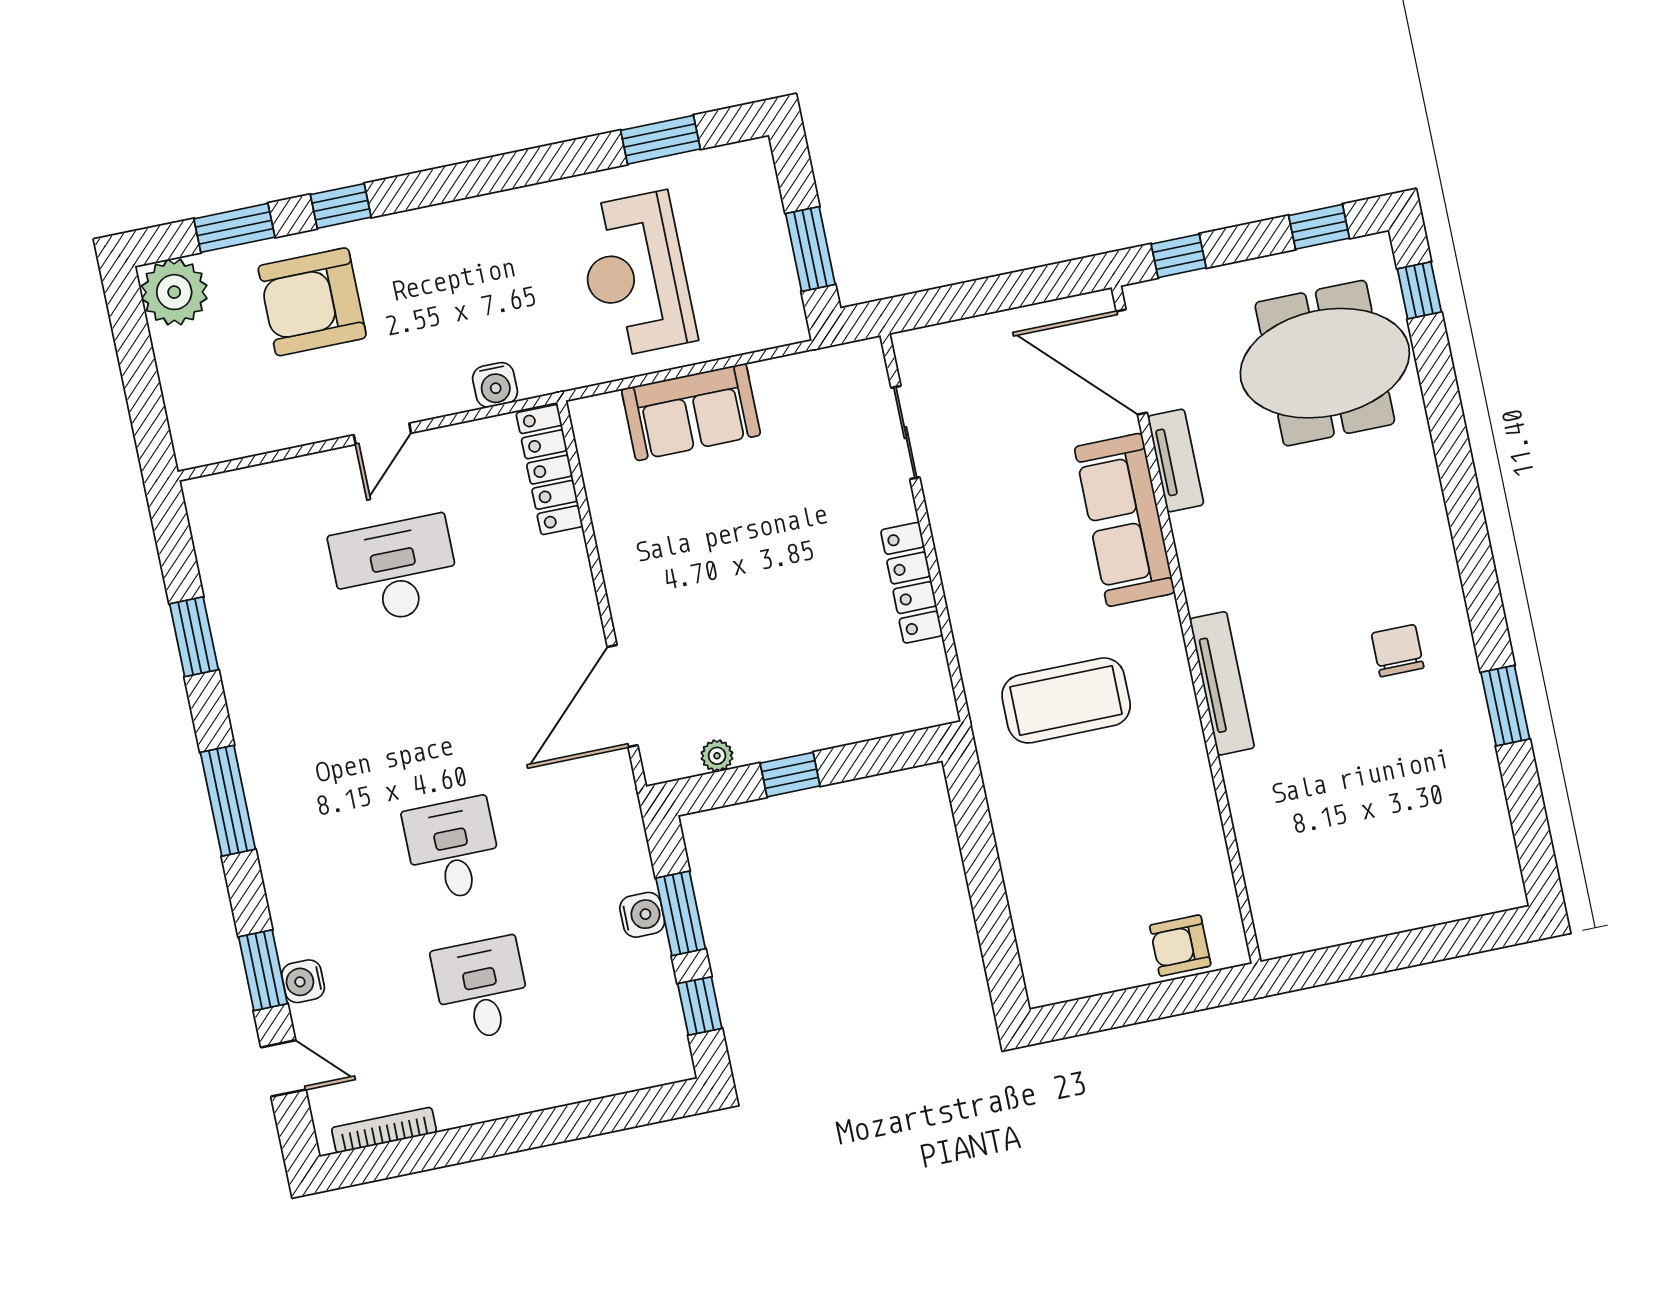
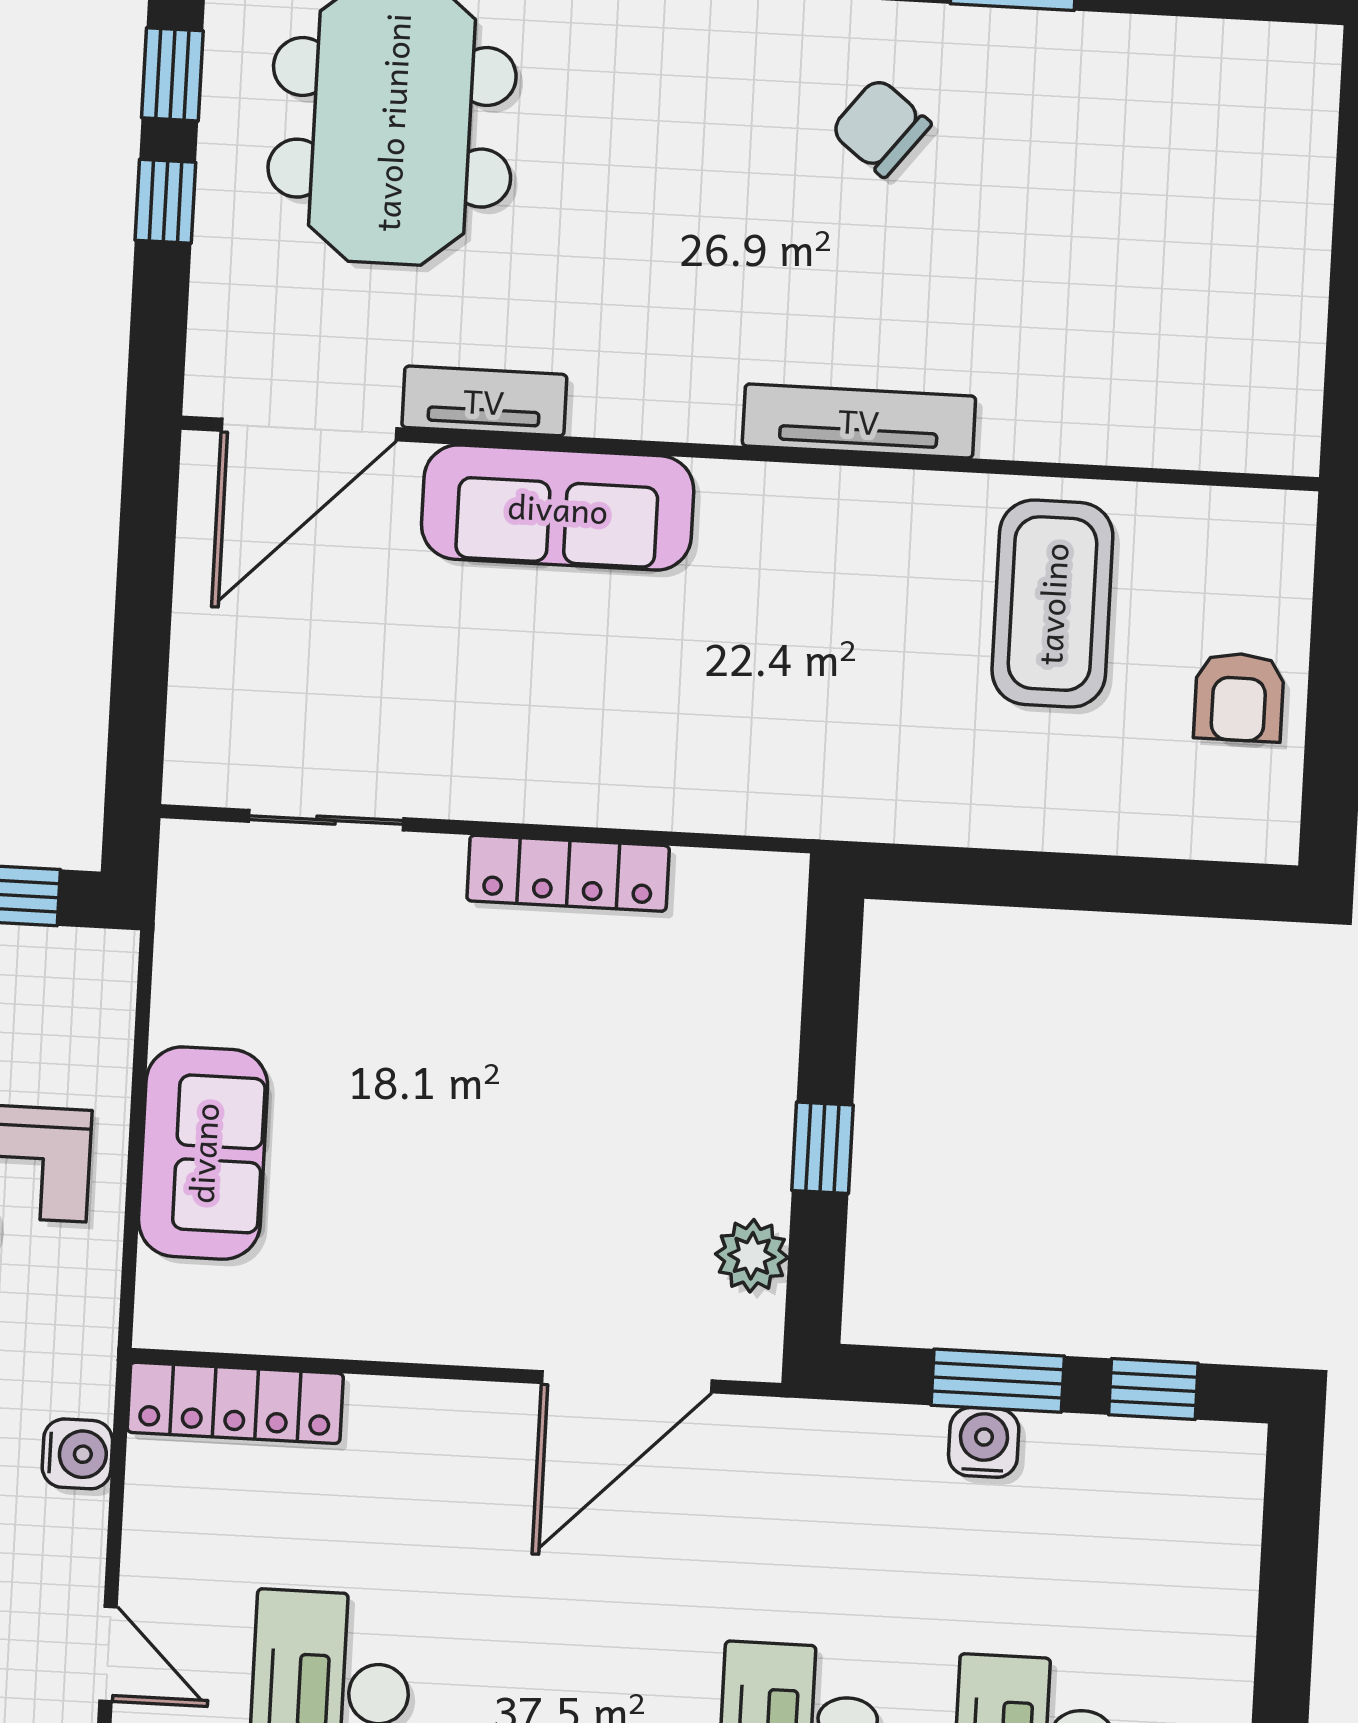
window: (1179, 256) -> (165, 201), moved
chair: (1398, 651) -> (881, 127), turned 38
door: (622, 696) -> (627, 1382), hinge flipped
coffee table: (1066, 700) -> (1052, 604), moved
plant: (717, 756) -> (752, 1256), width x1.38, depth x1.38
armchair: (1180, 946) -> (1239, 697), moved

